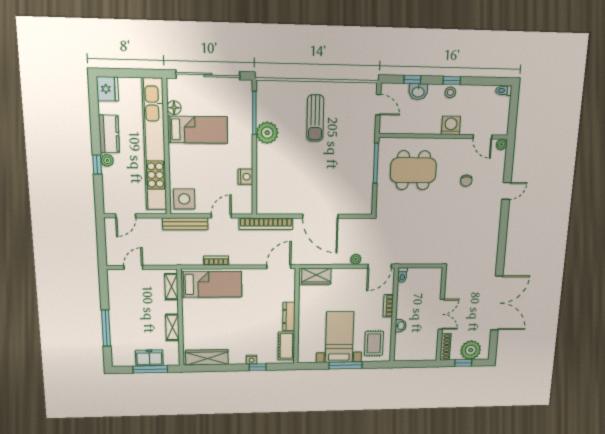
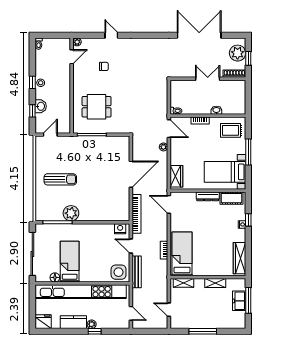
washing machine: (451, 125) -> (64, 81), removed
dining table: (413, 170) -> (97, 107), width x0.73
nightstand: (245, 177) -> (120, 229), moved
window: (106, 328) -> (203, 331), moved
bed with nightstands: (339, 337) -> (225, 172), moved

